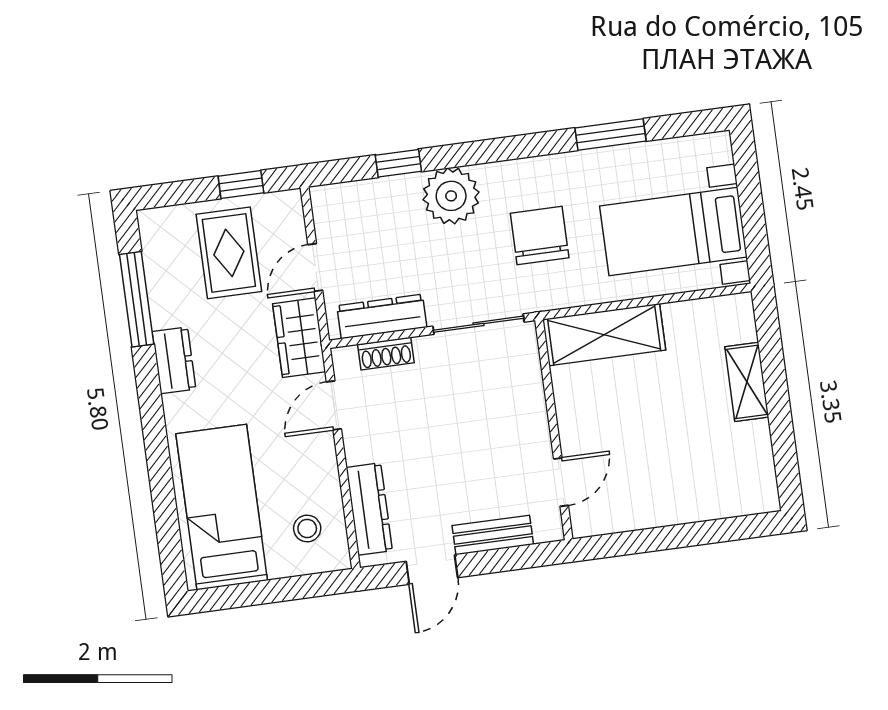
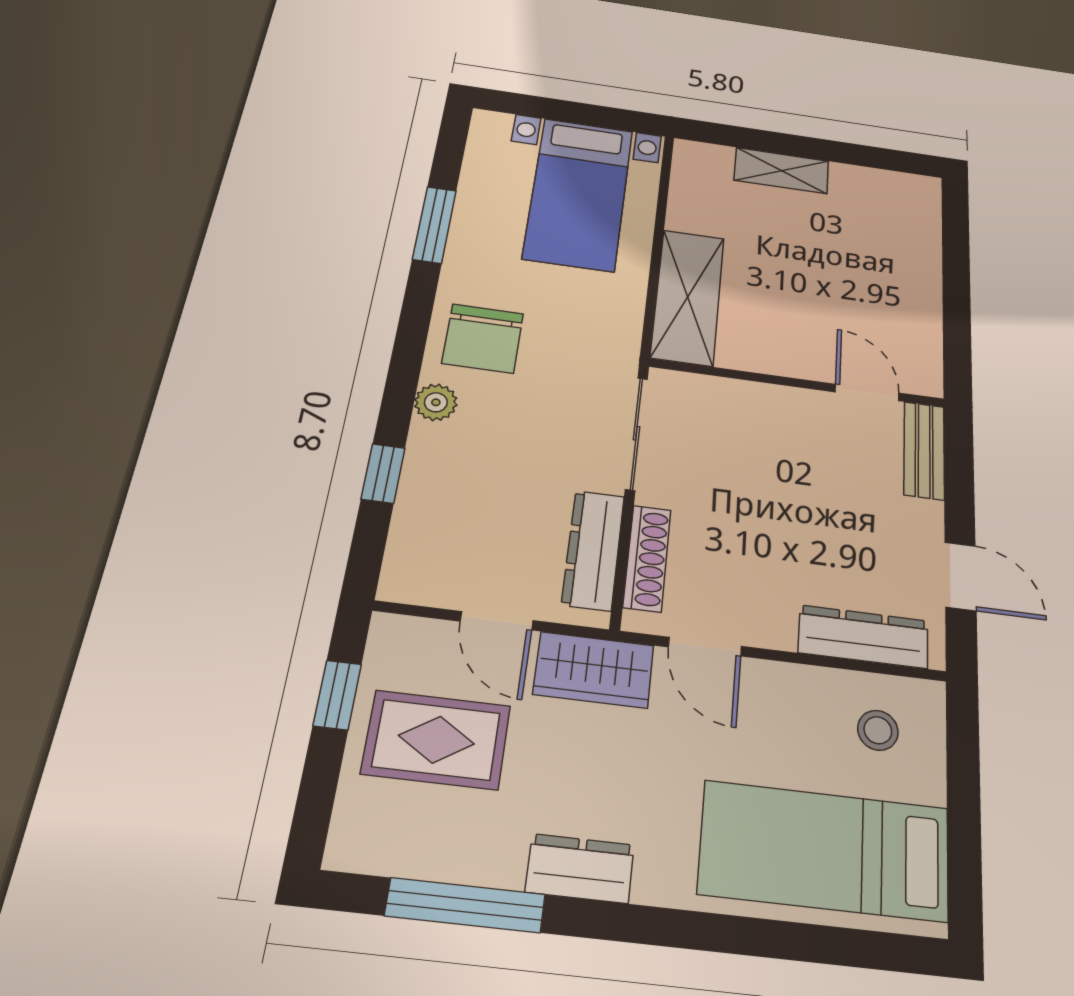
plant: (451, 196) -> (436, 402), width x0.53, depth x0.53
chair: (540, 236) -> (483, 338), moved, turned -90
shoe rack: (386, 354) -> (647, 558), width x1.43
bench: (493, 535) -> (924, 450), moved

